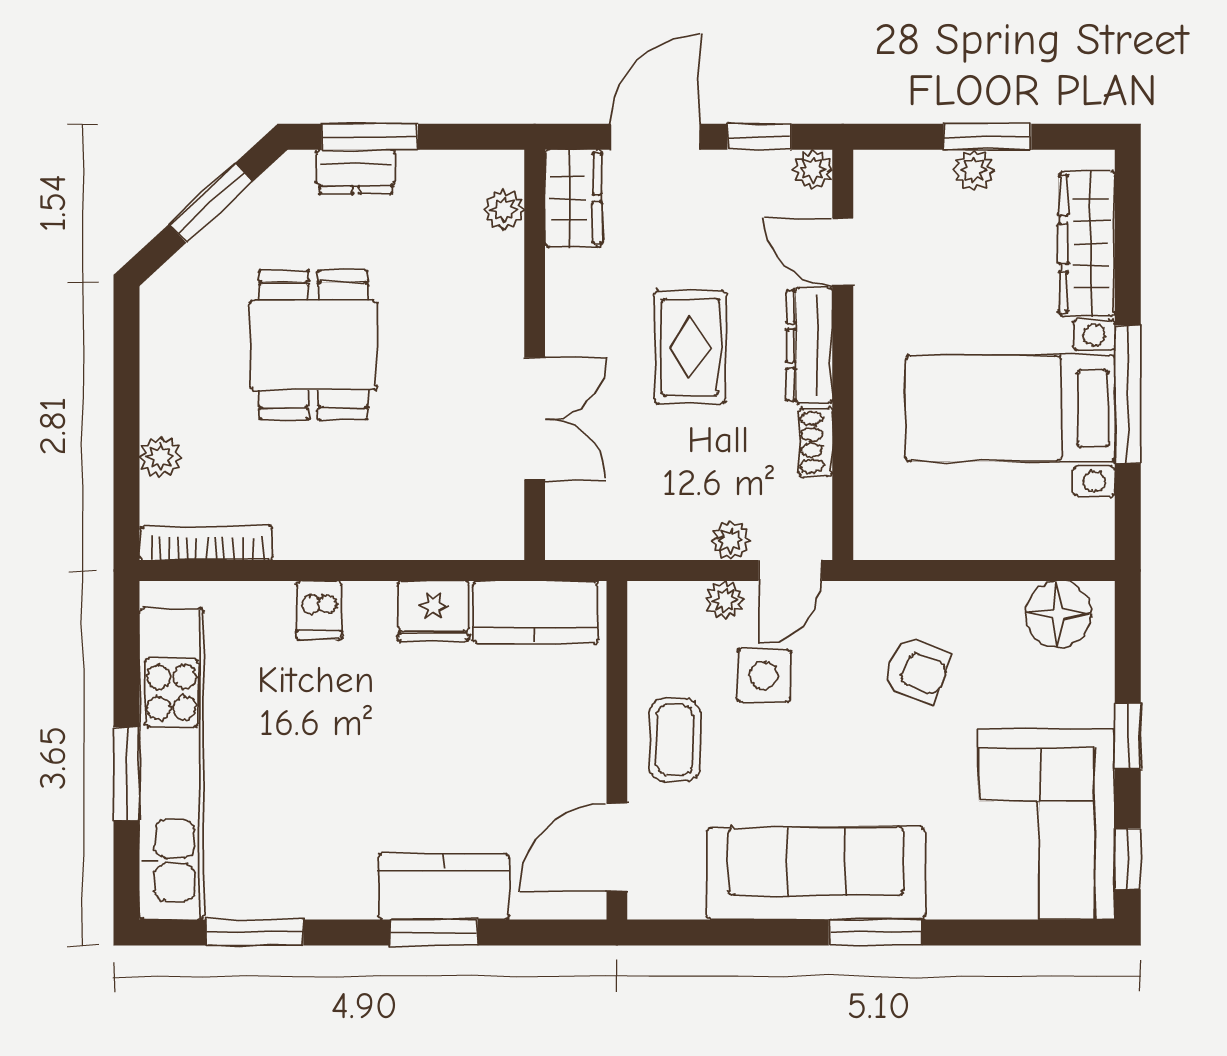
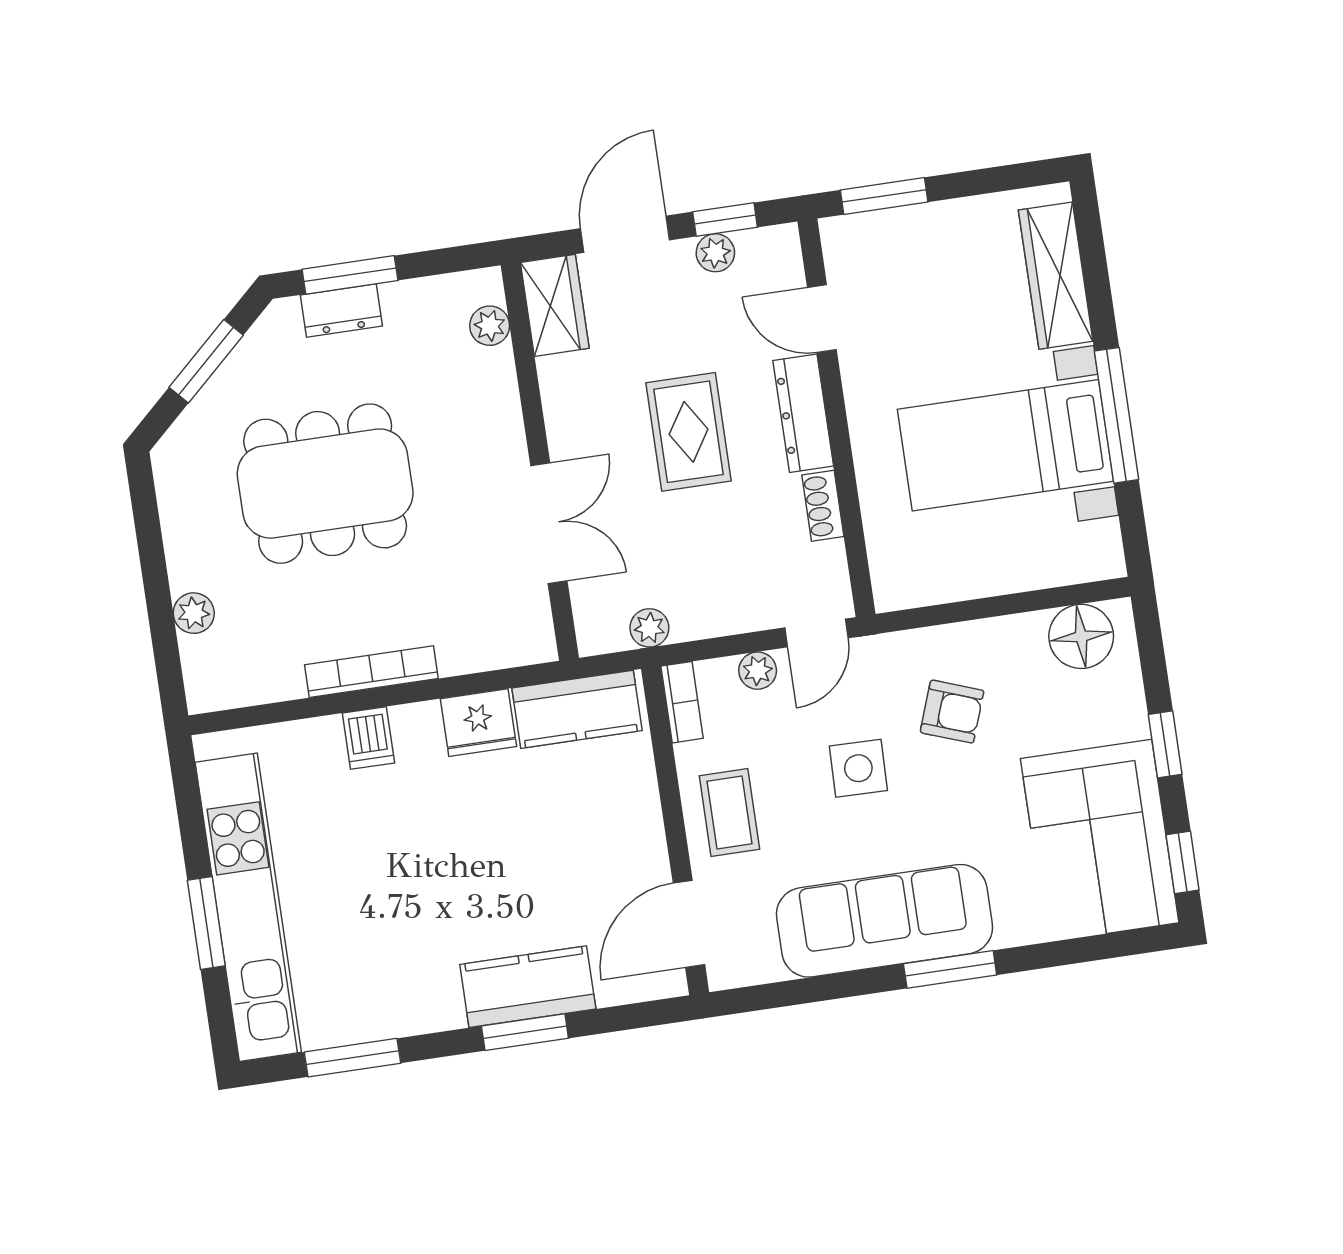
window: (987, 137) -> (884, 196), moved
plant: (813, 169) -> (715, 253), moved
plant: (974, 170) -> (936, 221), removed
dining table: (313, 345) -> (325, 484), width x1.37
plant: (731, 540) -> (649, 628), moved
bookcase: (206, 543) -> (371, 672), moved
bookcase: (643, 621) -> (682, 702), added
side table: (764, 676) -> (858, 768), moved

